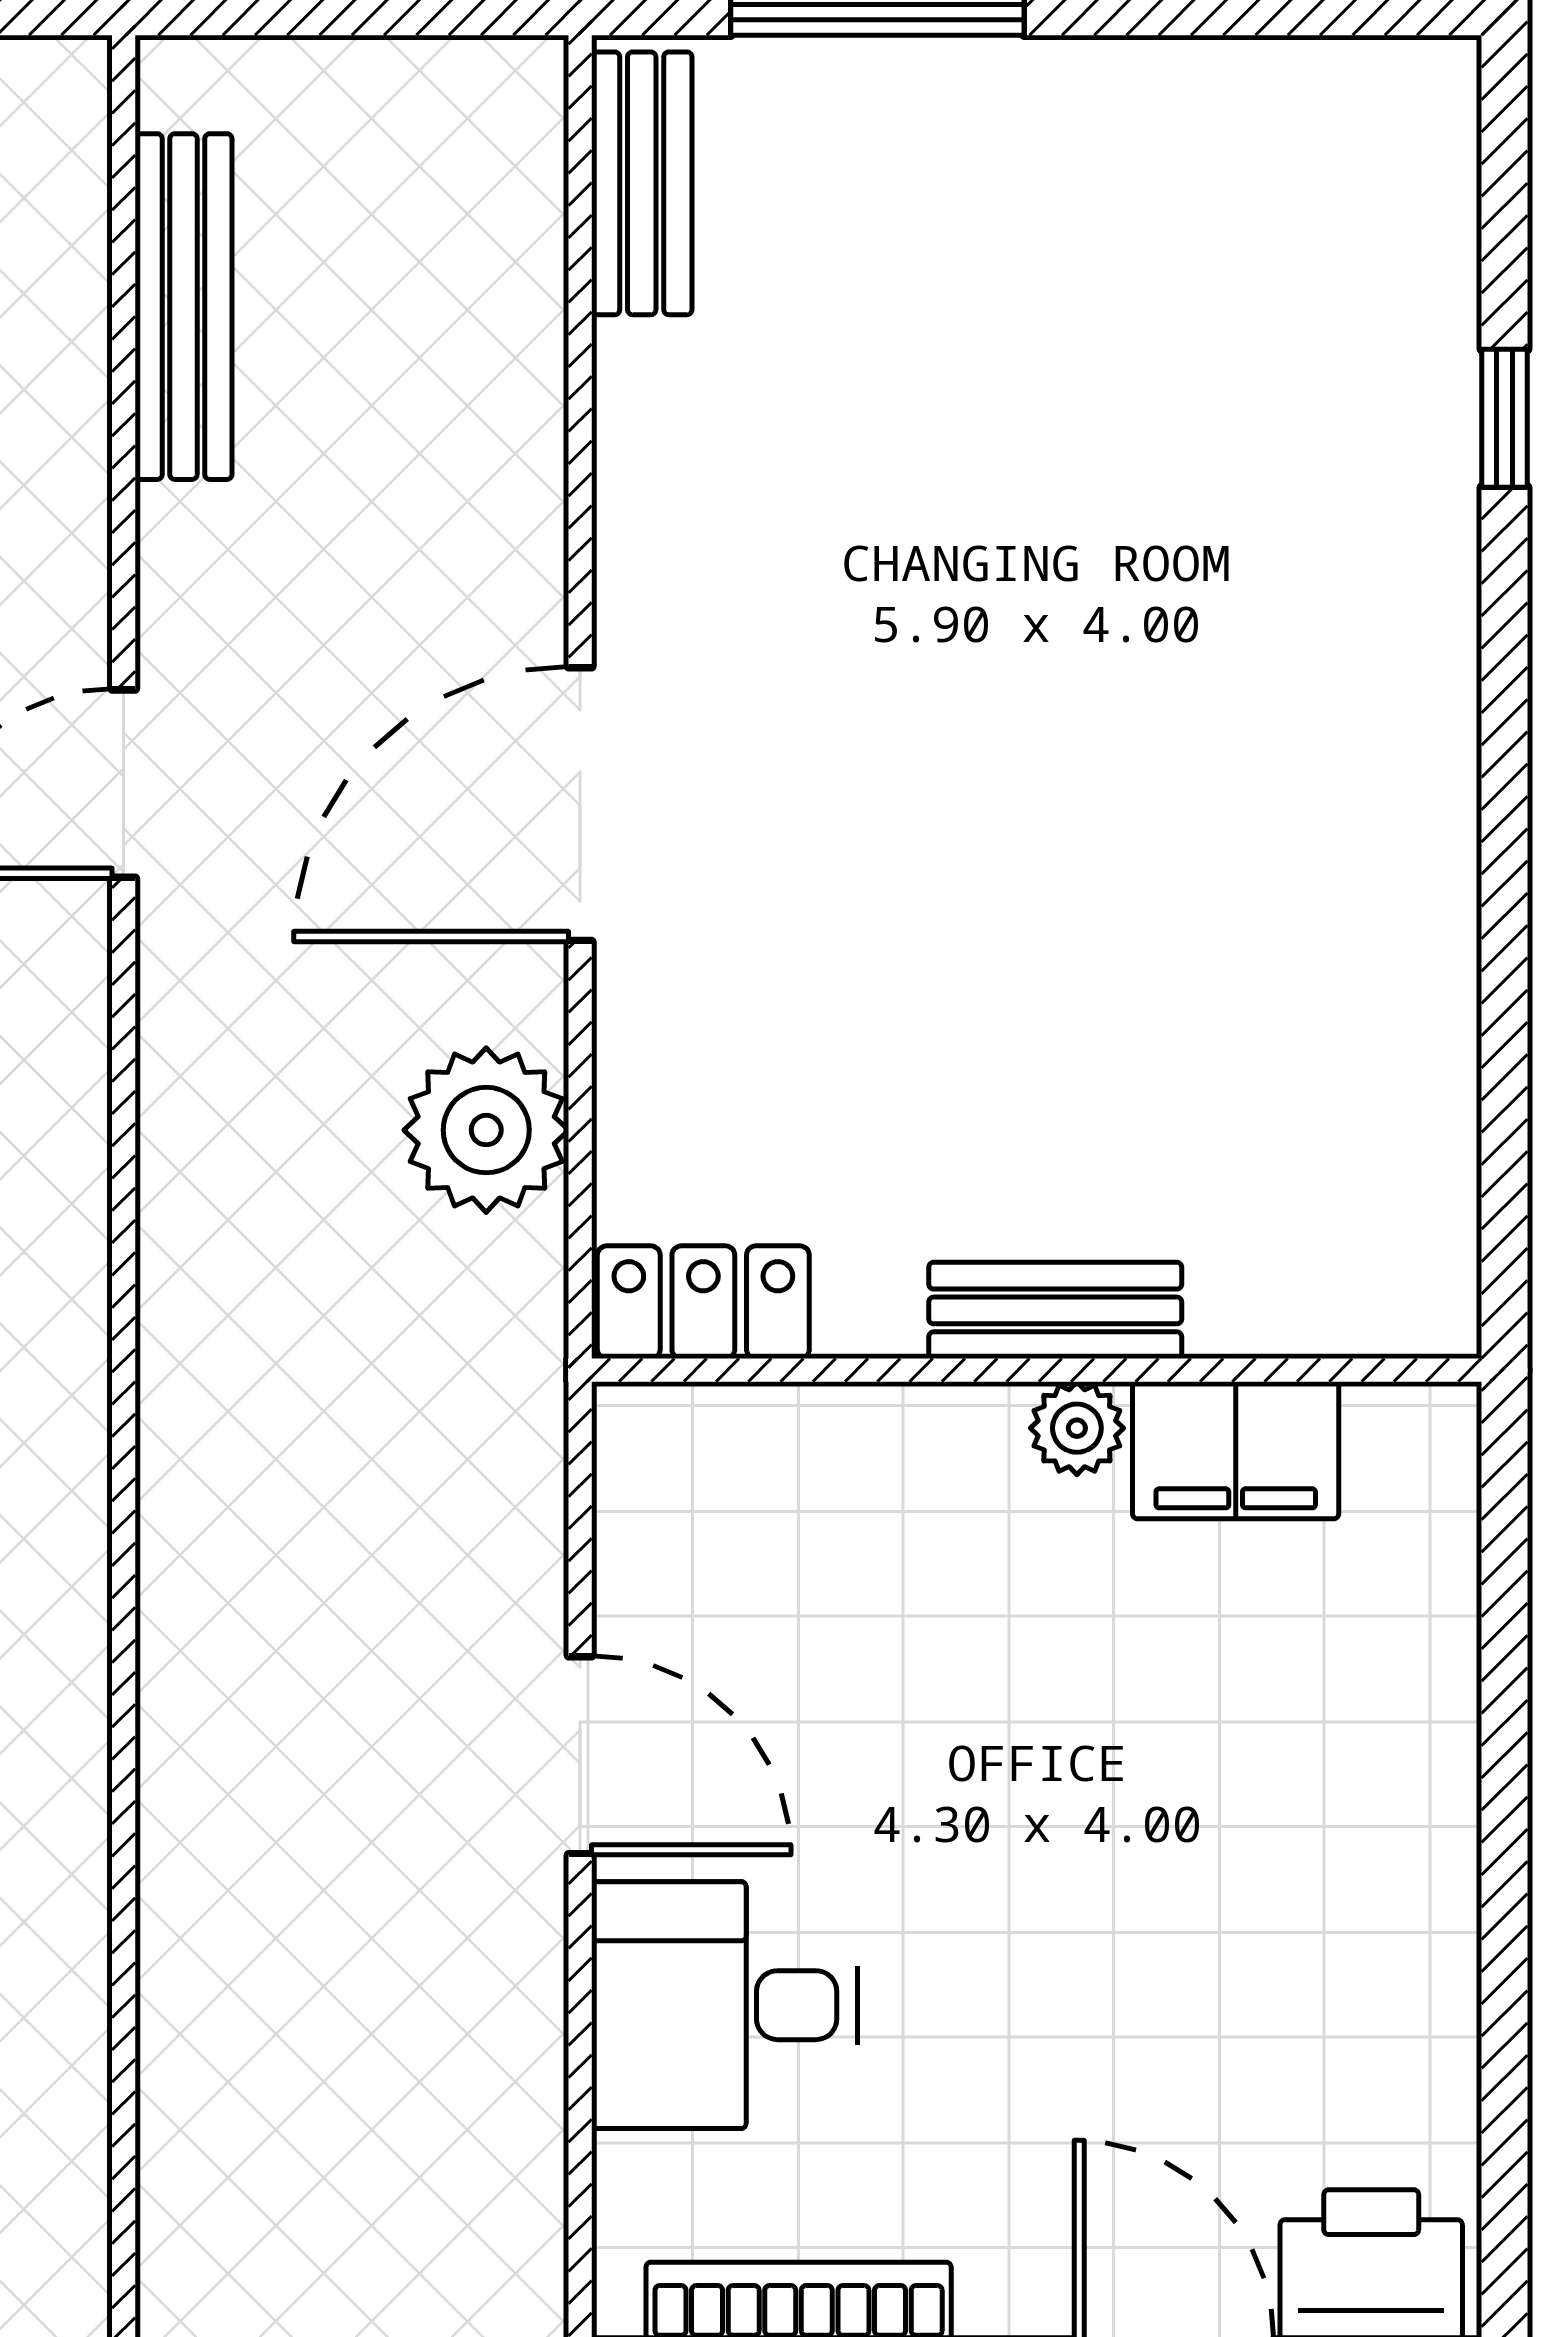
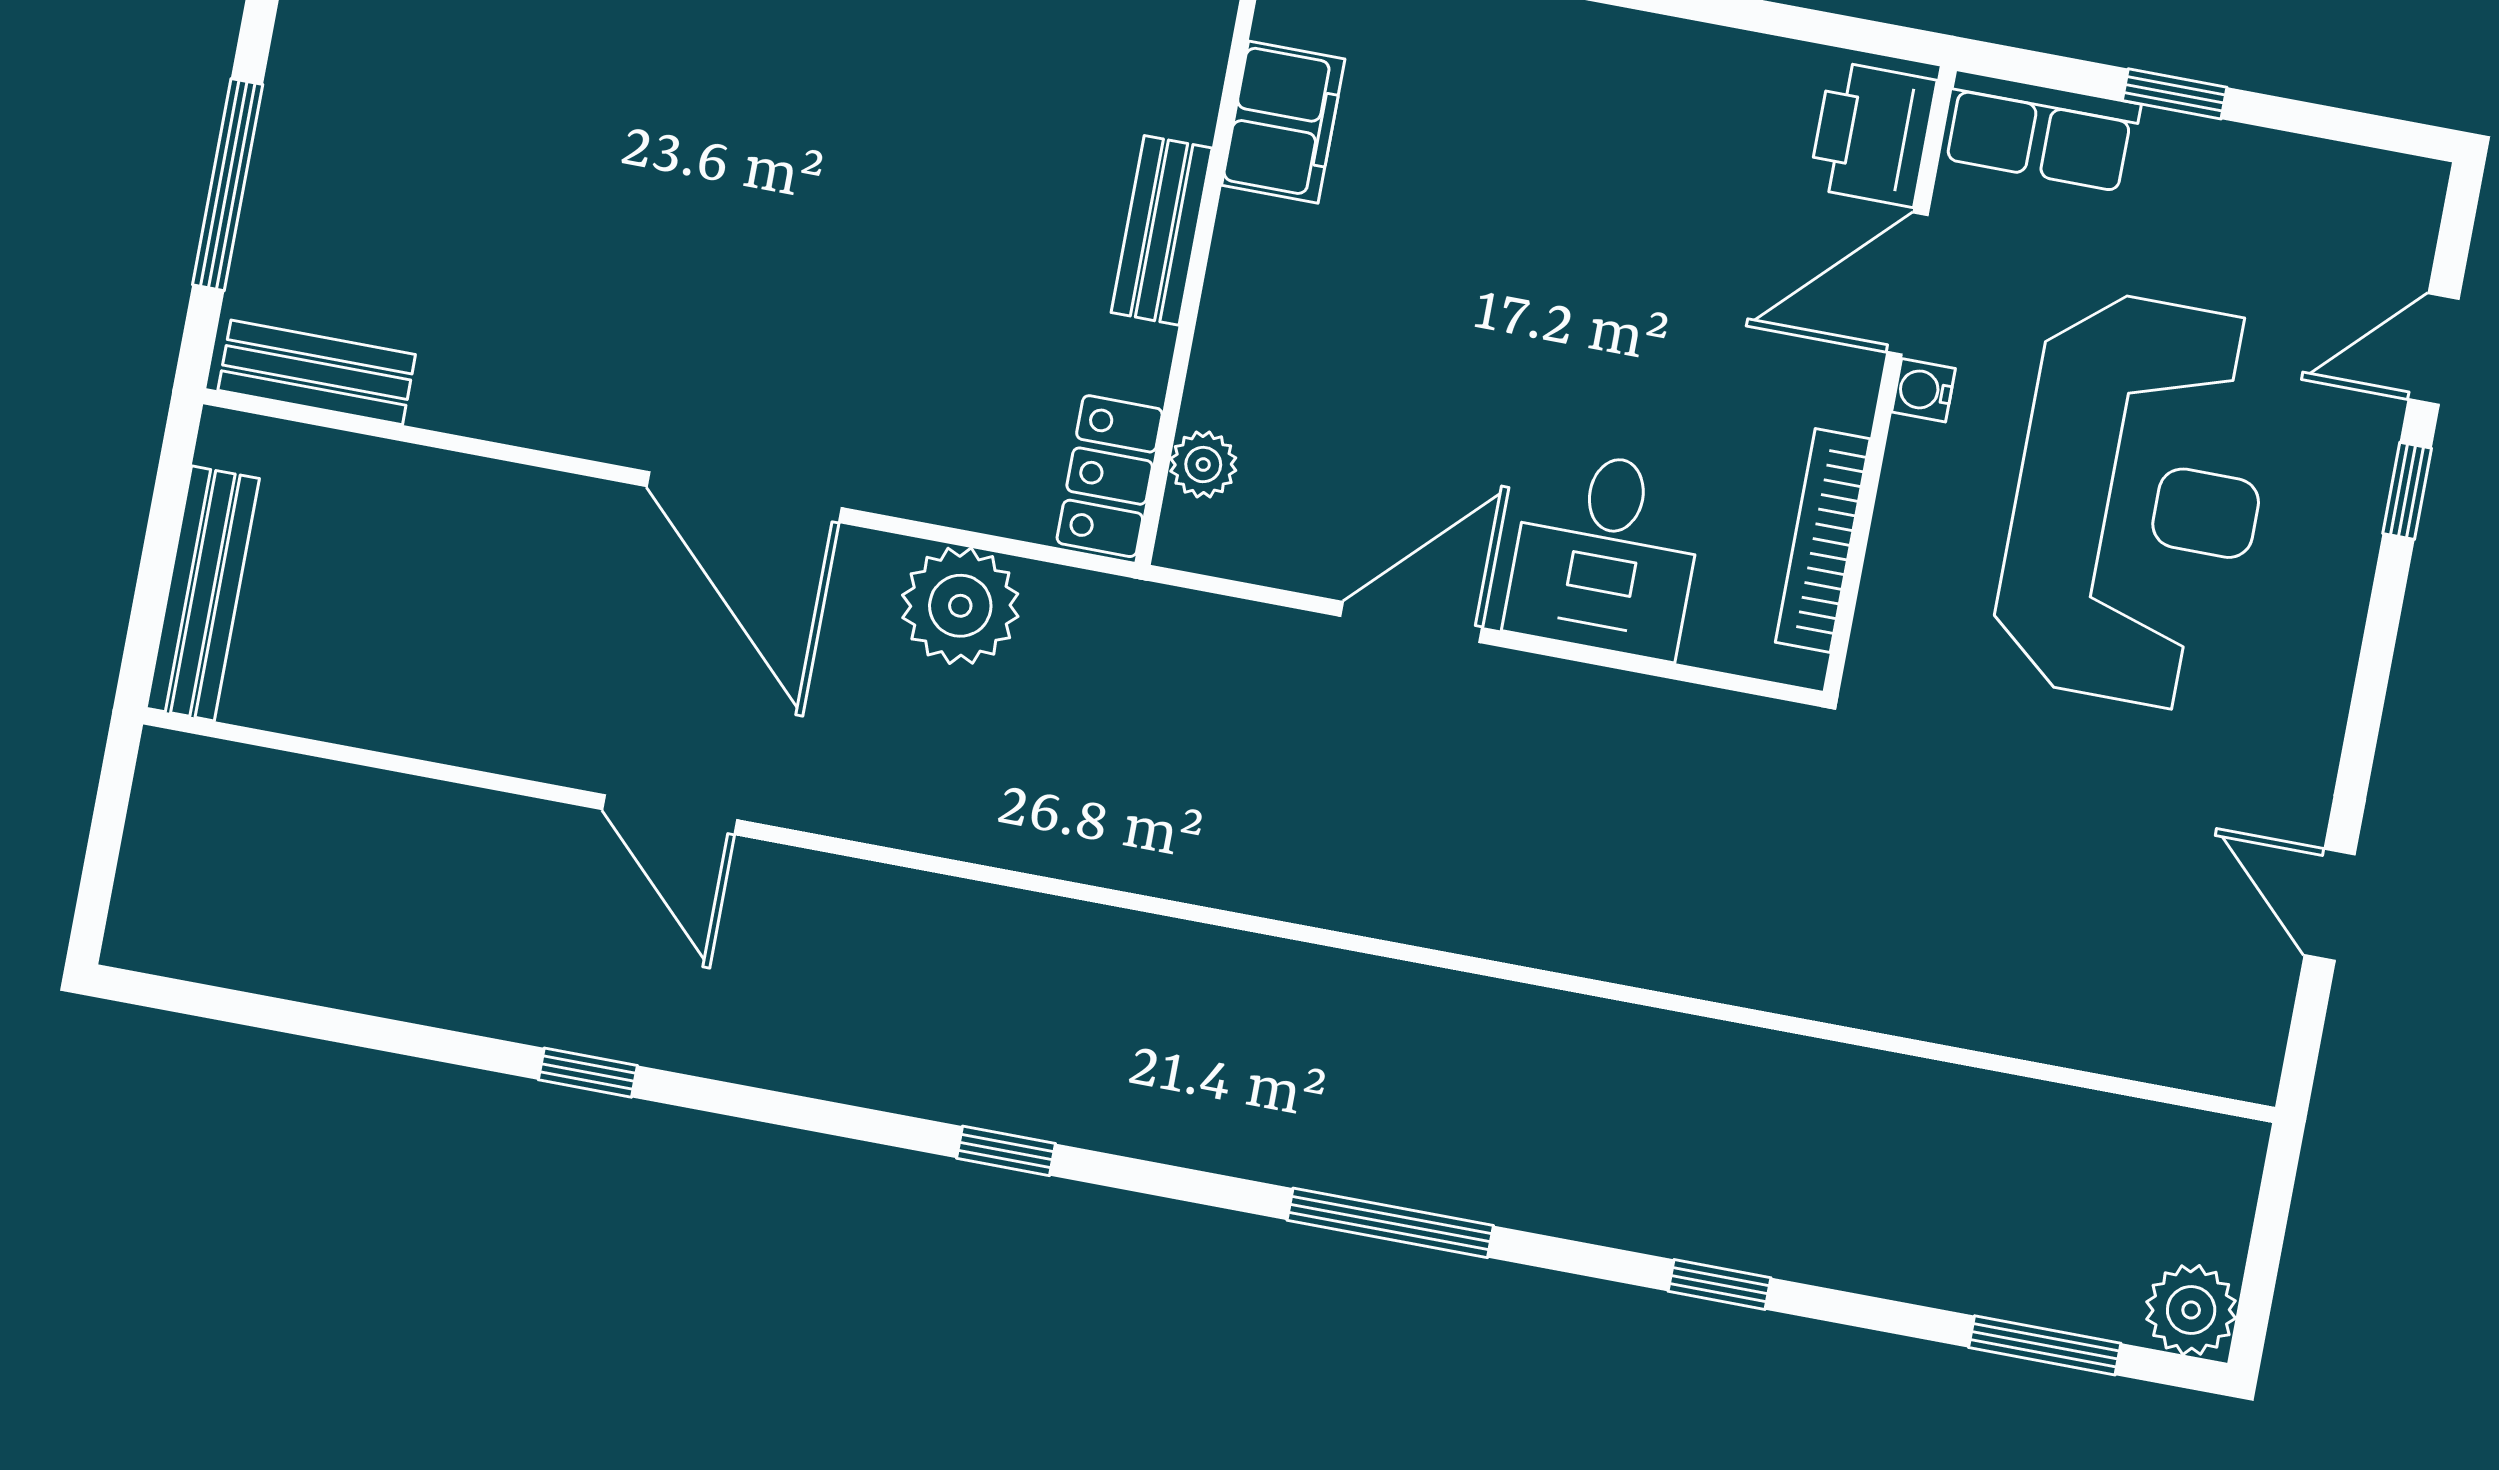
bench: (183, 307) -> (203, 593), moved, turned 90
plant: (1077, 1428) -> (1203, 465), moved

